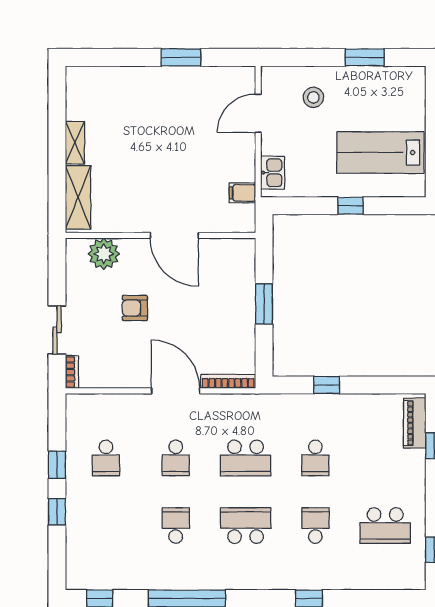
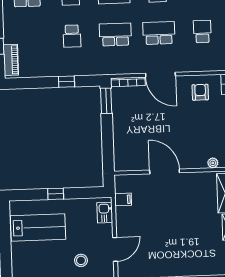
plant: (104, 254) -> (213, 163), width x0.53, depth x0.53
window: (264, 304) -> (106, 101), moved
armchair: (135, 308) -> (200, 92), moved, turned -90
school desk: (176, 458) -> (159, 33), width x1.85
school desk: (315, 458) -> (72, 36), turned 180

